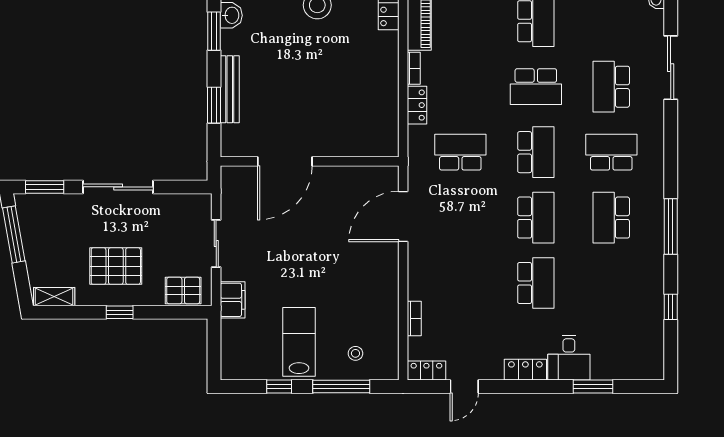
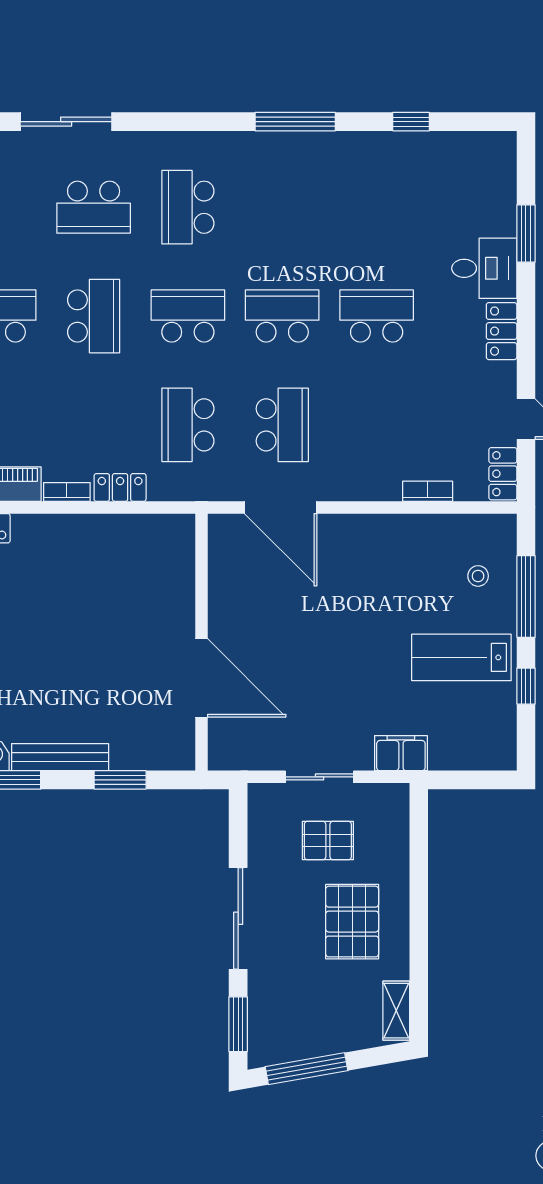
bench: (230, 89) -> (60, 757), moved
school desk: (611, 218) -> (282, 425), moved, turned -90
pallet: (183, 290) -> (328, 841), moved, turned 90
window: (120, 312) -> (419, 916), removed

